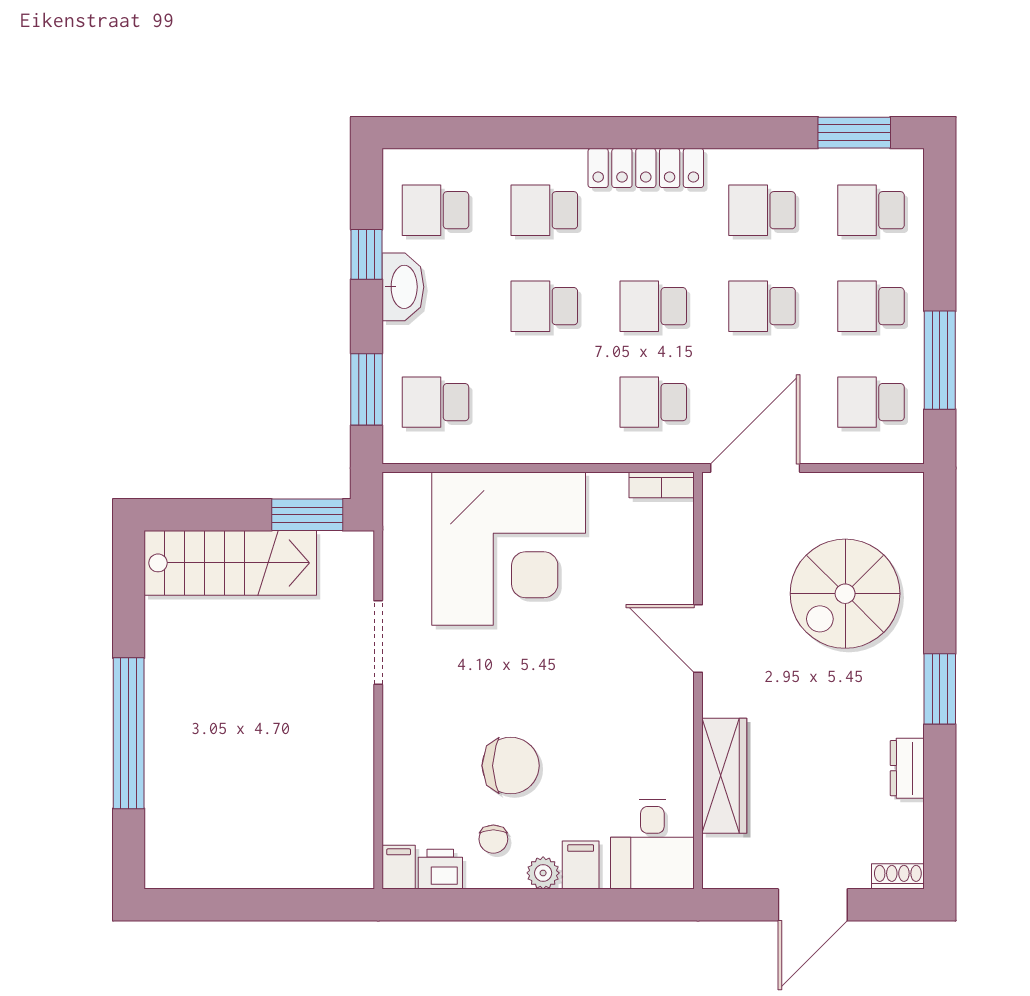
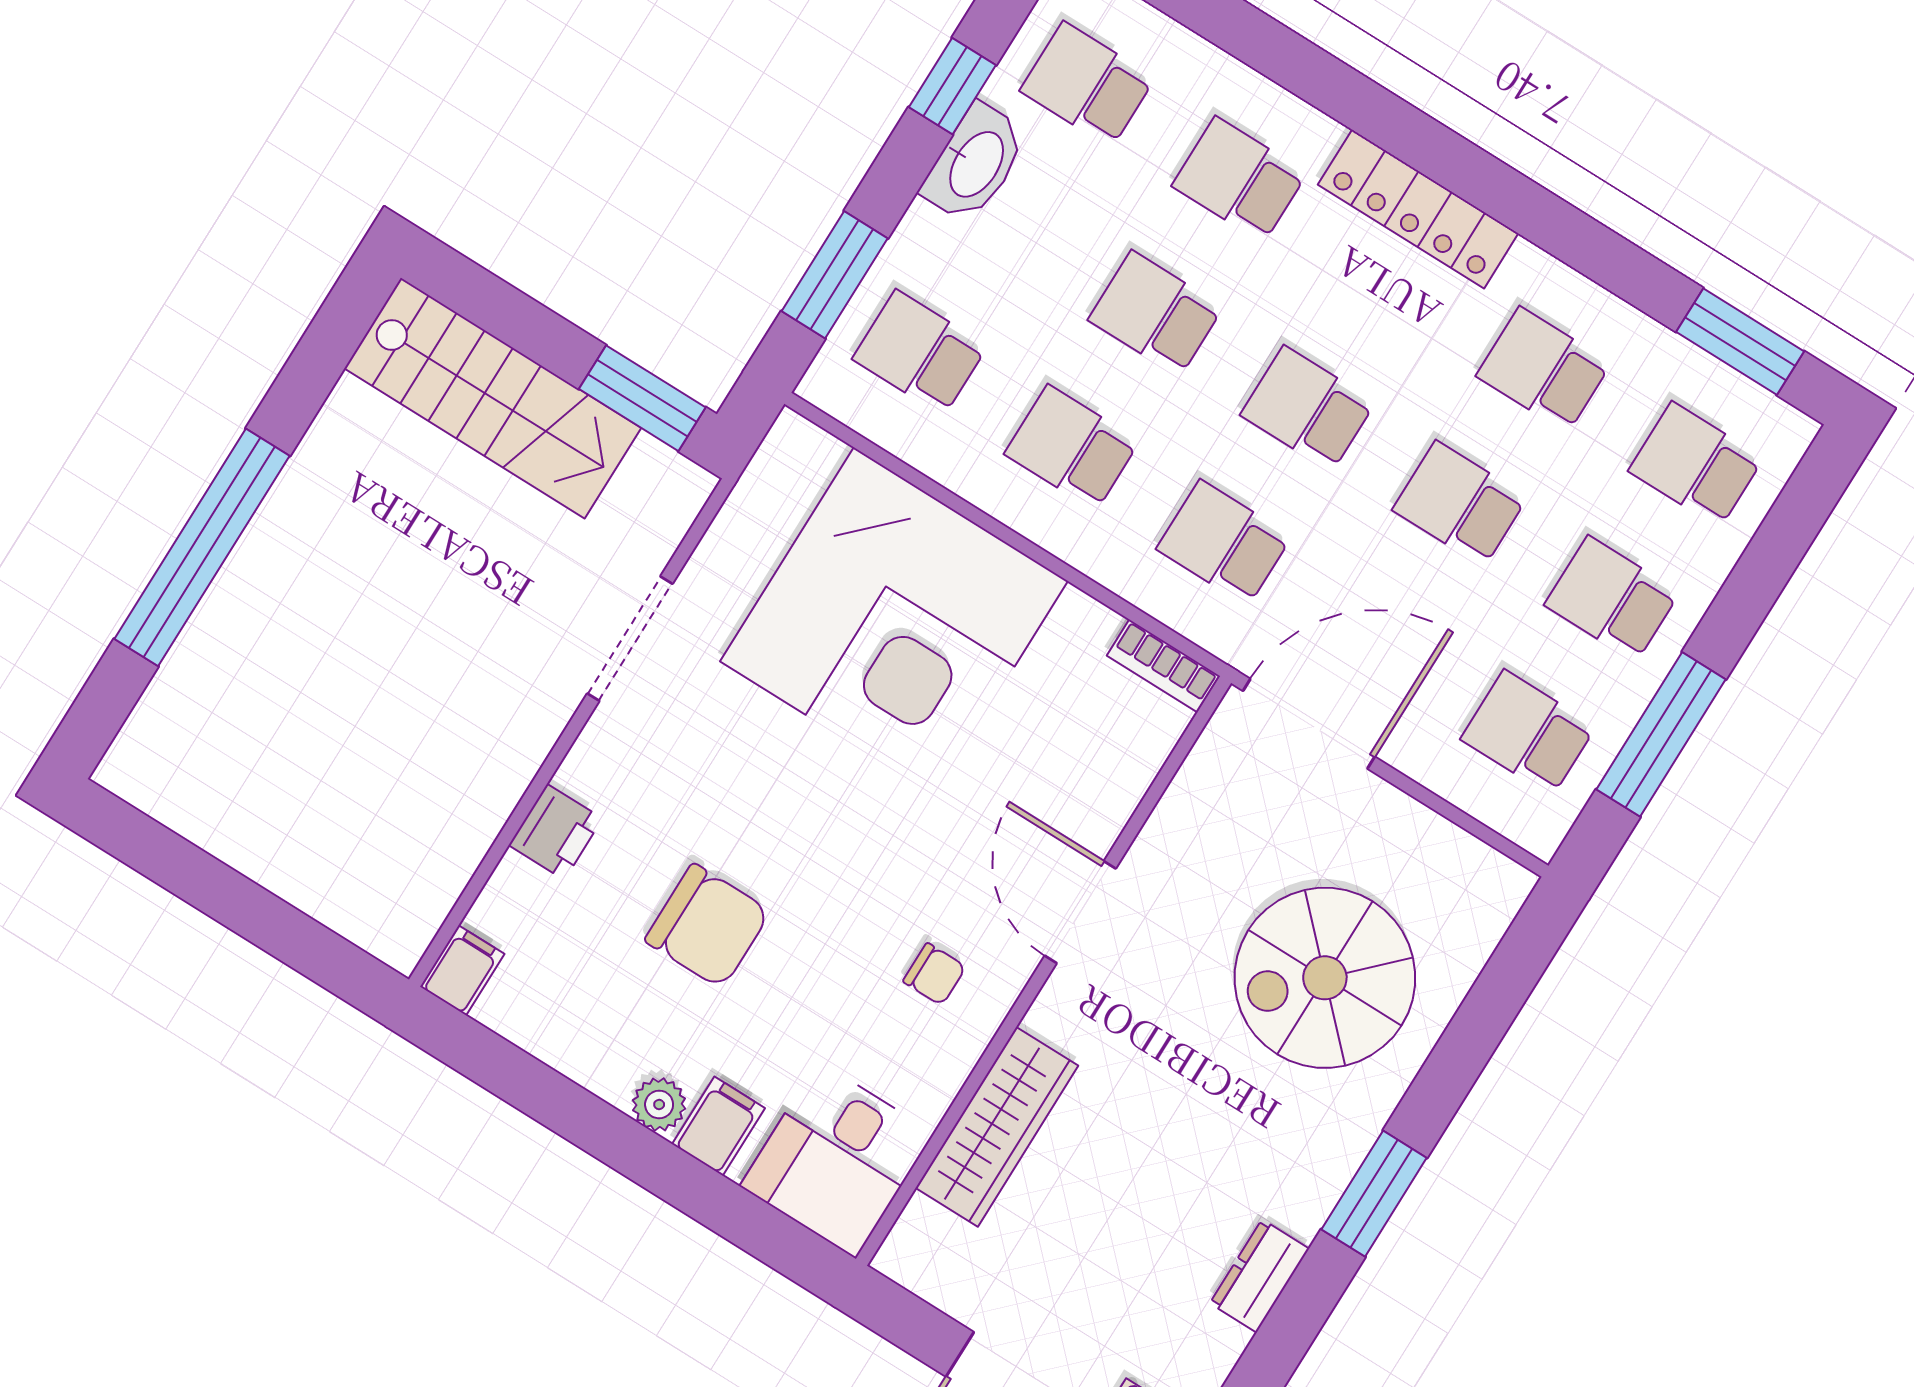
school desk: (544, 402) -> (1072, 448), added
chair: (493, 839) -> (934, 974), moved, turned -90
printer: (440, 869) -> (556, 832), moved, turned 90

